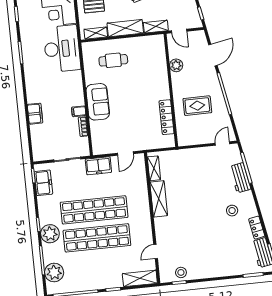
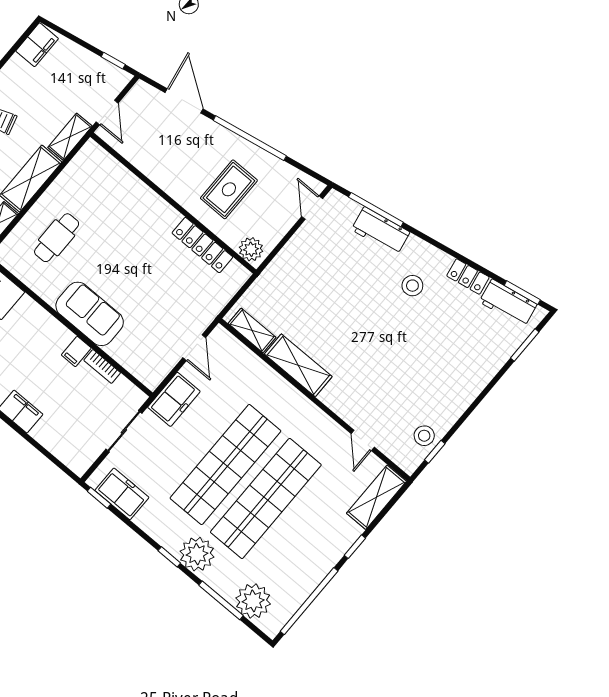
door: (179, 31) -> (107, 113), hinge flipped
plant: (176, 65) -> (251, 249), moved

